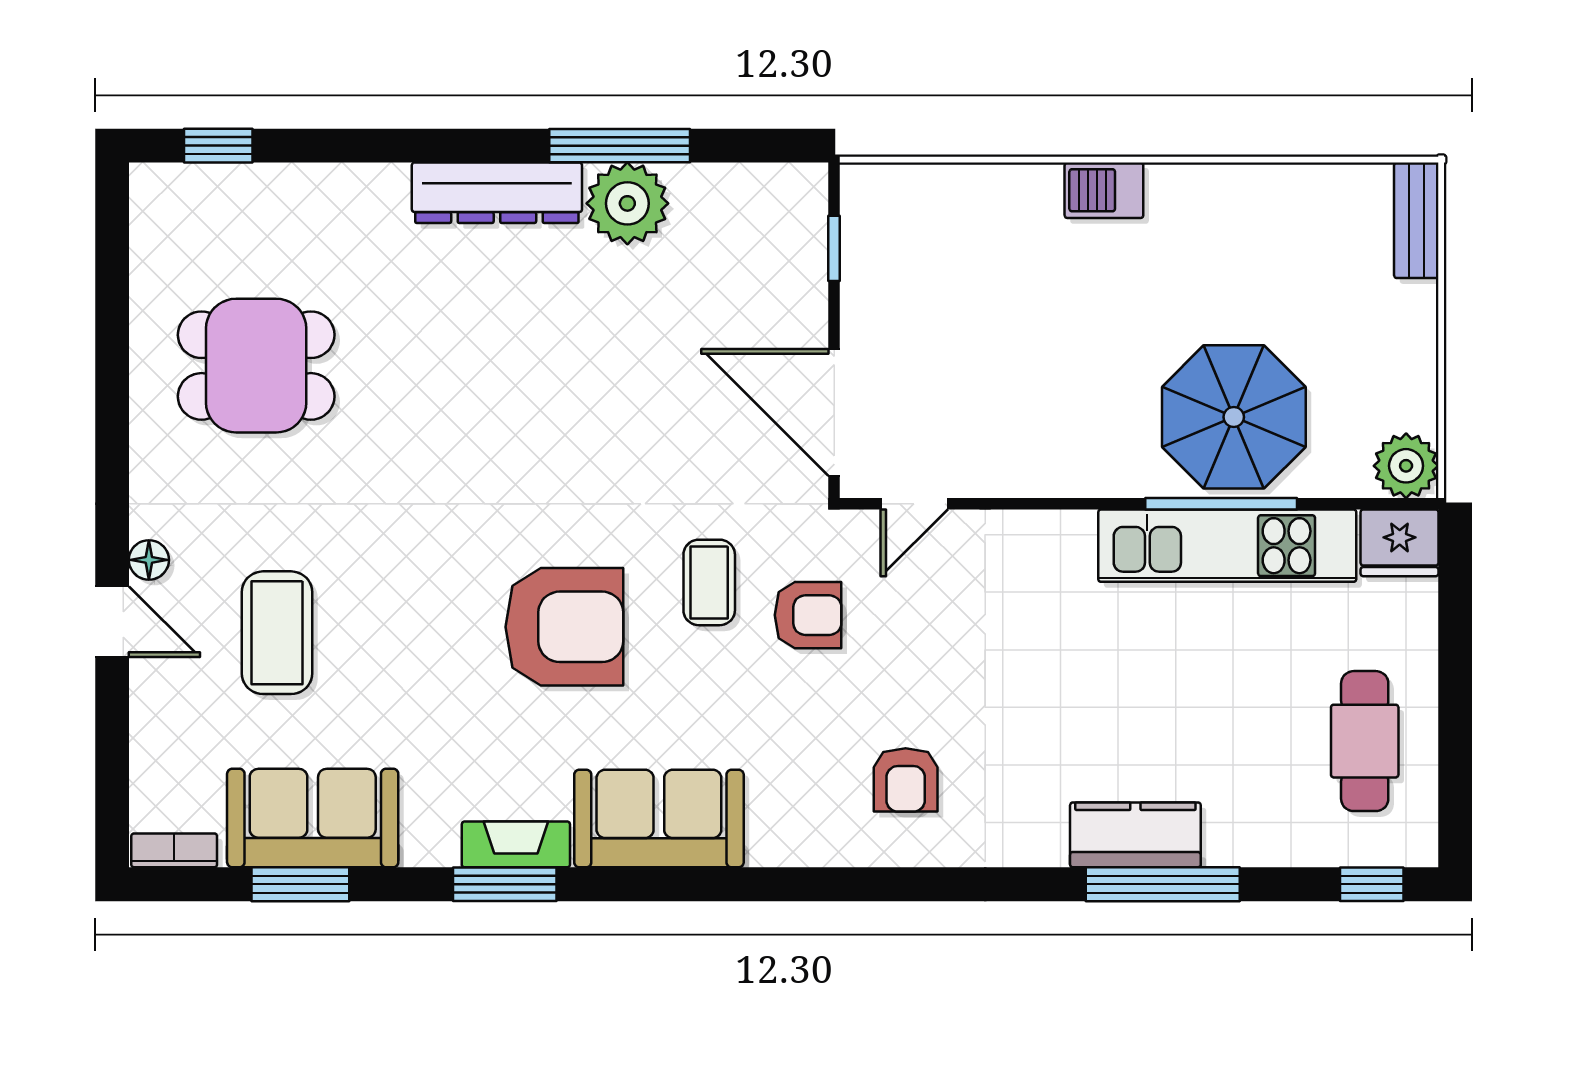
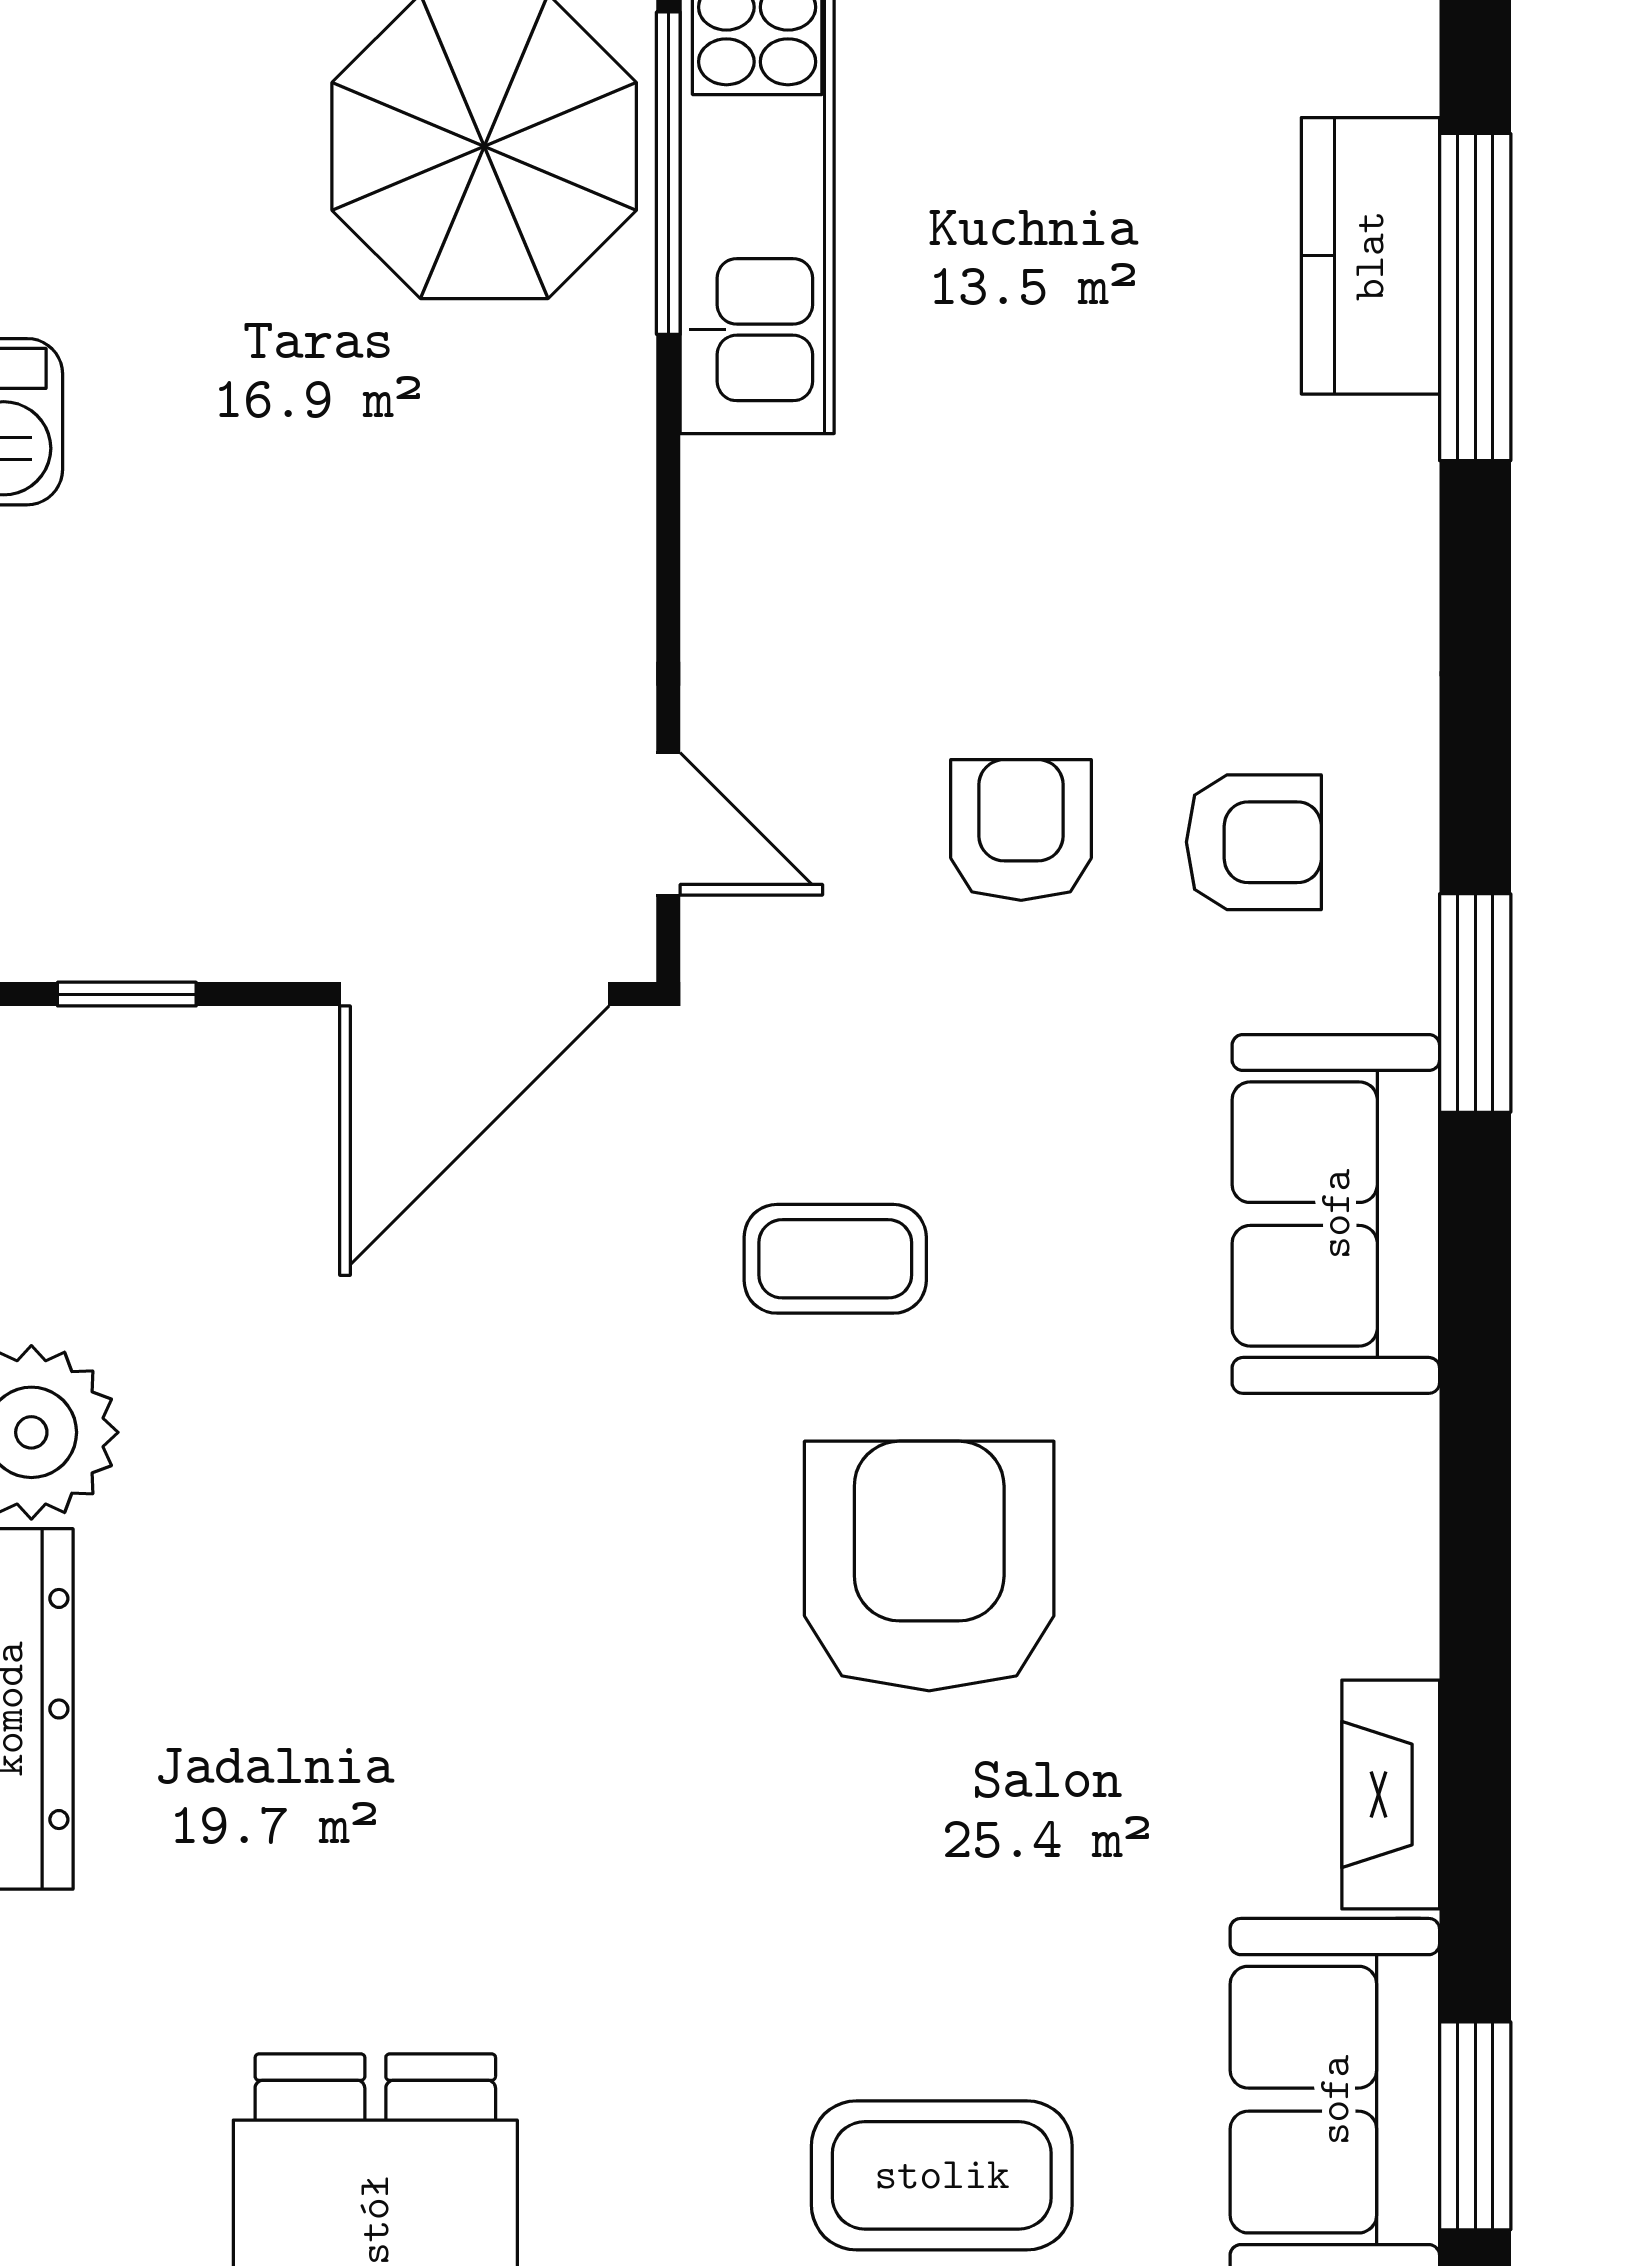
armchair: (808, 615) -> (1021, 830), moved
sofa: (659, 819) -> (1336, 1214), moved
kitchen counter: (1135, 835) -> (1370, 256), moved
fireplace: (516, 844) -> (1391, 1795), moved
window: (505, 884) -> (1475, 1003), moved

